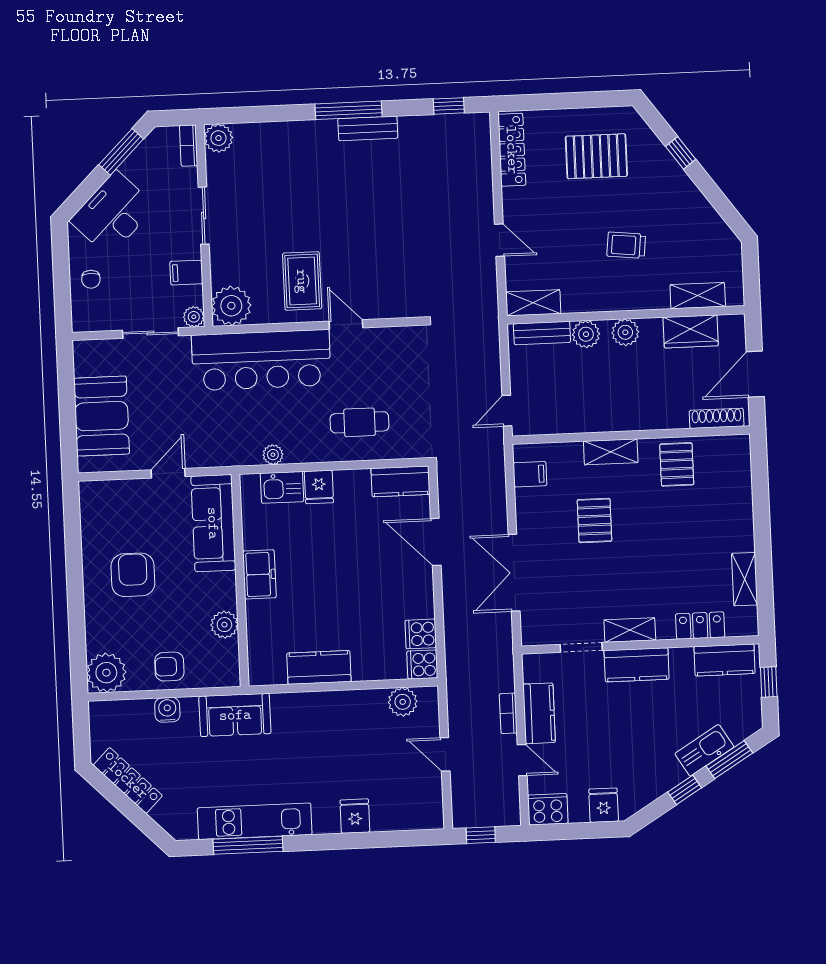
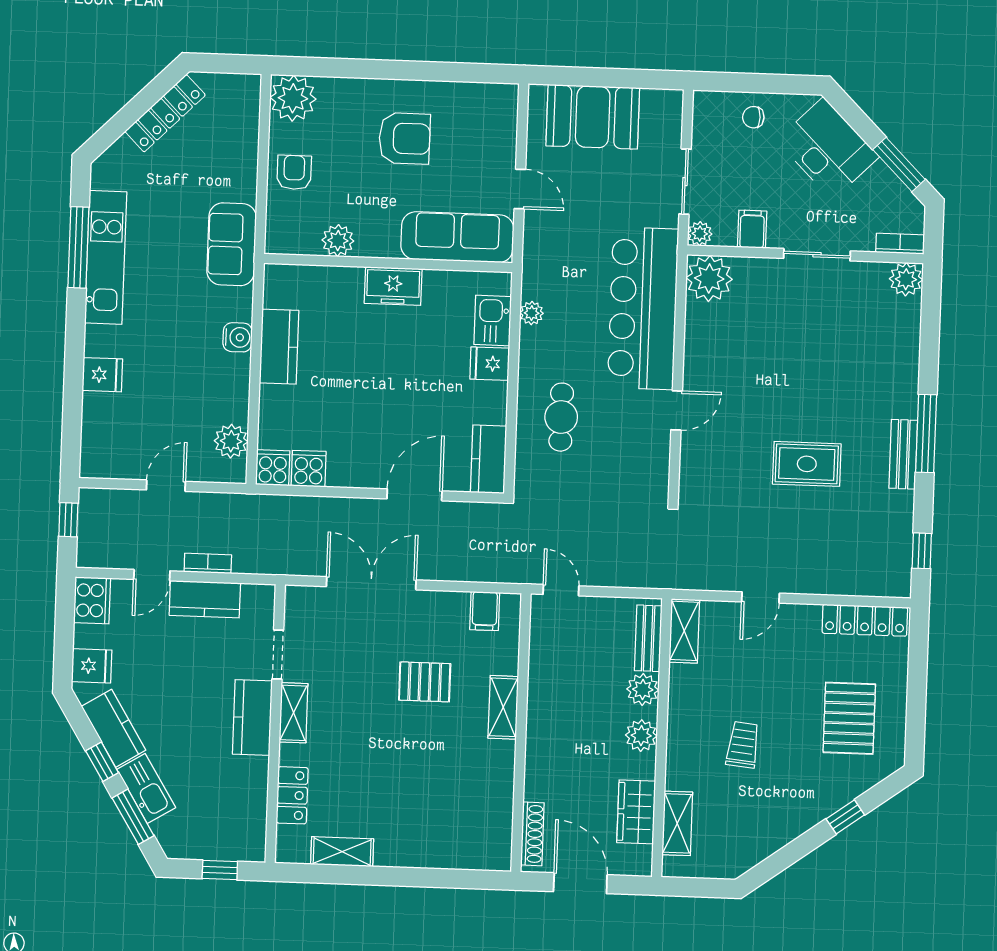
rug: (302, 281) -> (807, 464), moved
pallet: (677, 464) -> (482, 783), removed
kitchen counter: (725, 660) -> (114, 728), moved, turned 148
water cooler: (167, 710) -> (238, 337), moved

